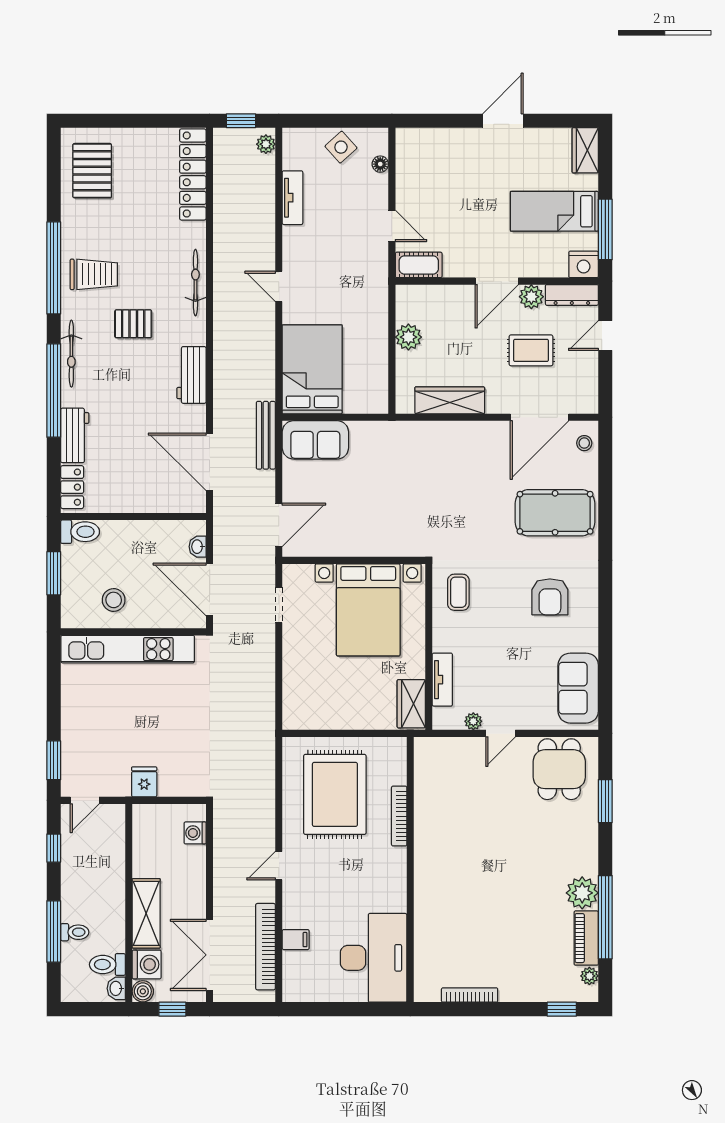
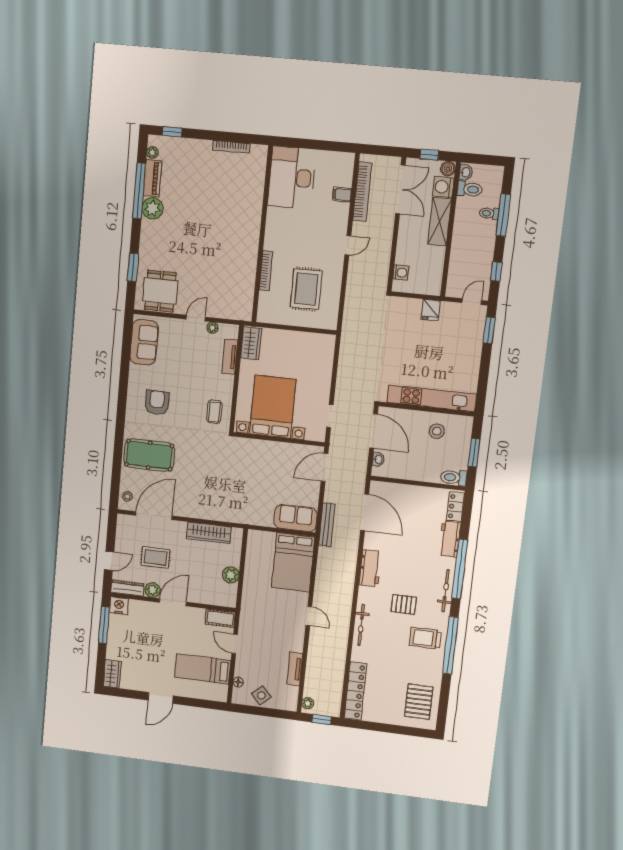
bed: (554, 211) -> (203, 669), moved, turned 180
rug: (335, 794) -> (306, 289), width x0.73, depth x0.69

